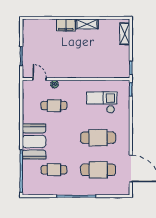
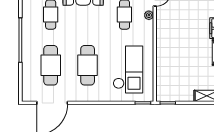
checkout: (102, 102) -> (128, 70), width x1.36, depth x1.21

